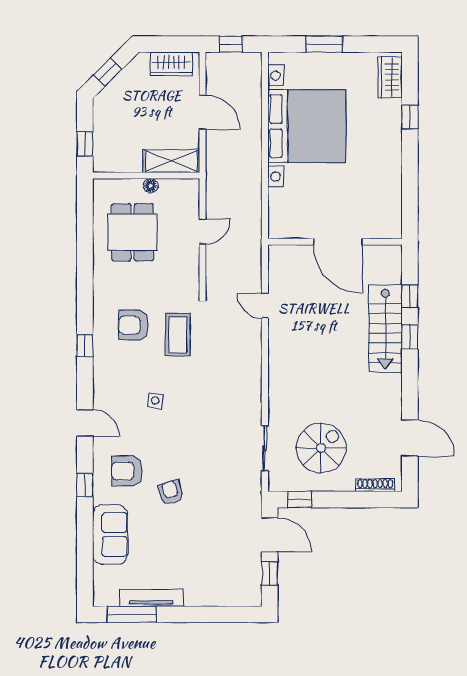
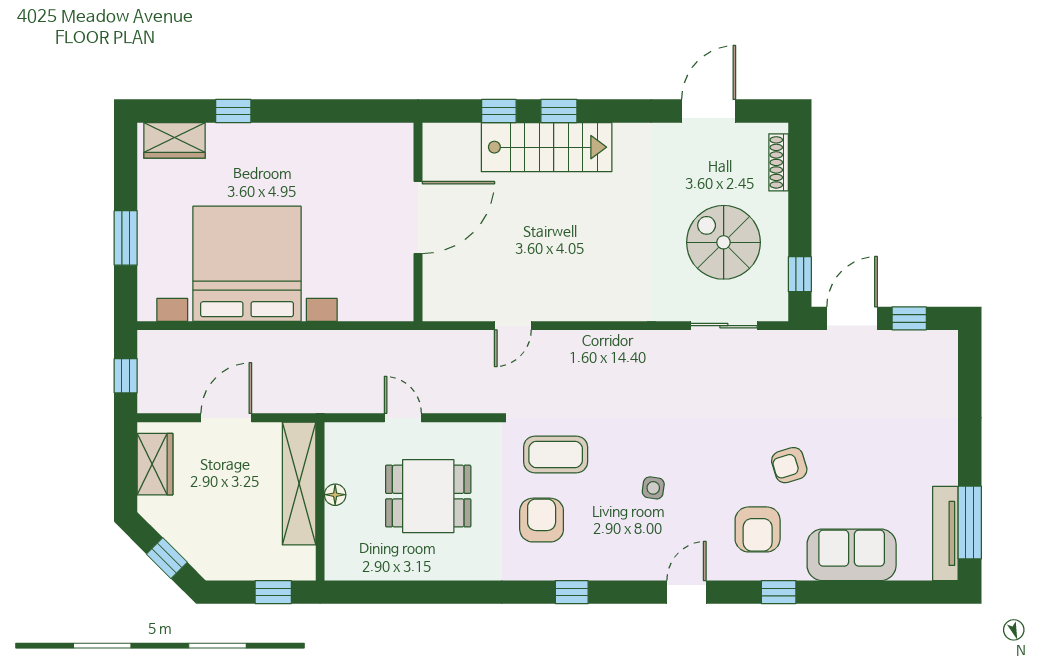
shelving: (171, 161) -> (299, 483), width x1.47
dining table: (133, 232) -> (428, 496), moved
armchair: (134, 325) -> (542, 520), turned 180
tv unit: (151, 598) -> (945, 533), moved

